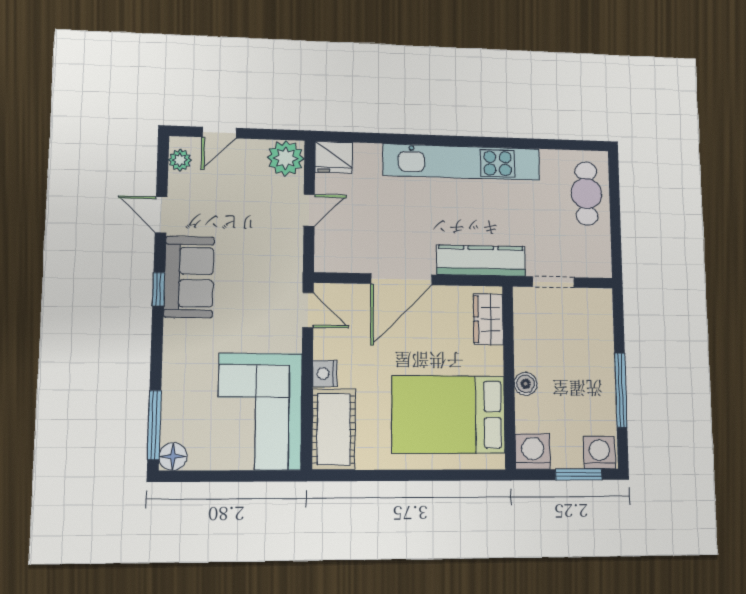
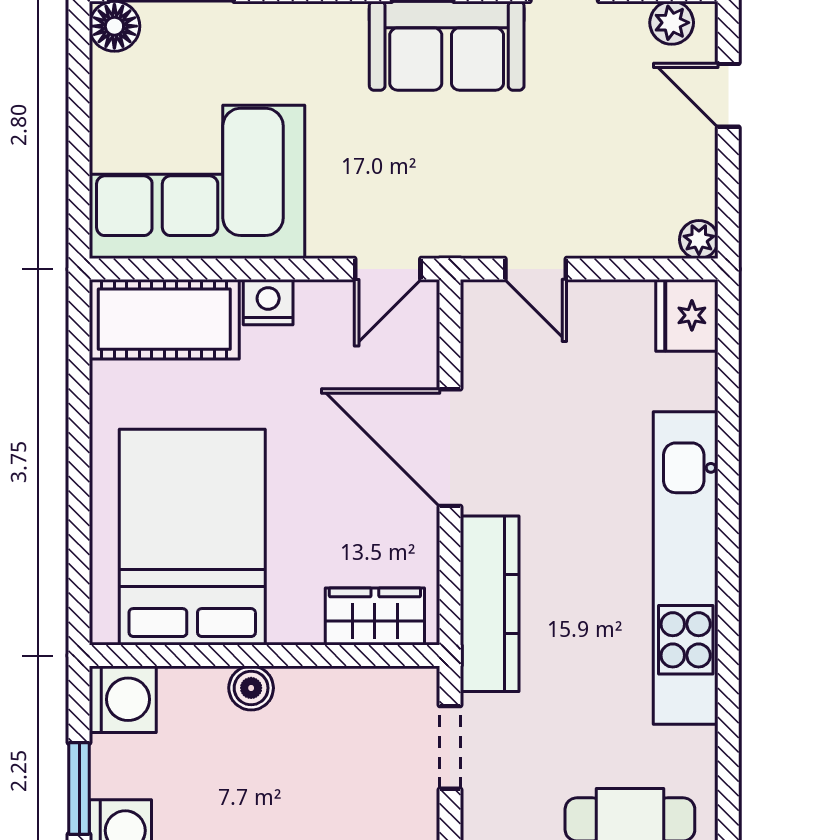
plant: (286, 158) -> (699, 240), width x0.53, depth x0.53
door: (309, 210) -> (536, 269), moved

